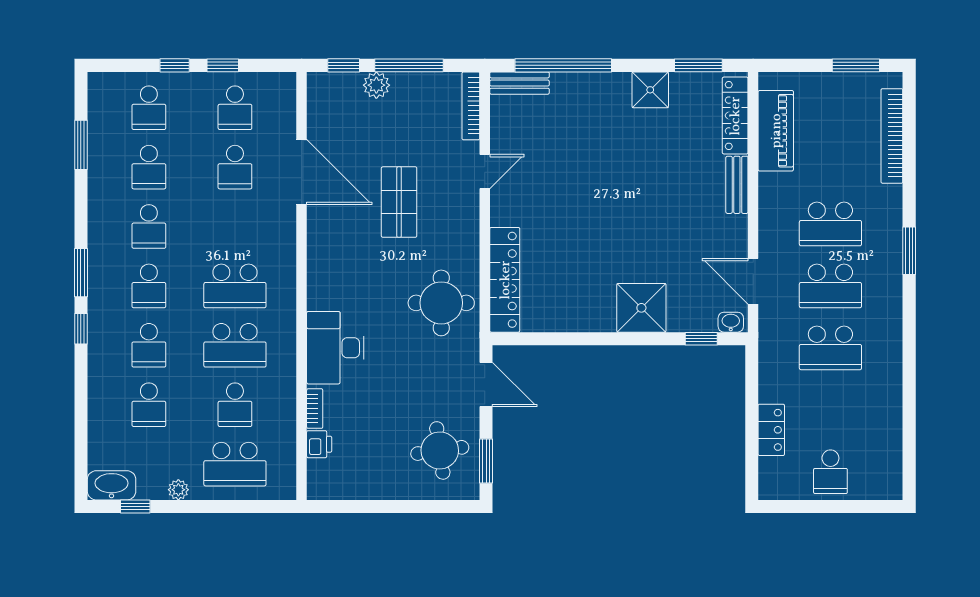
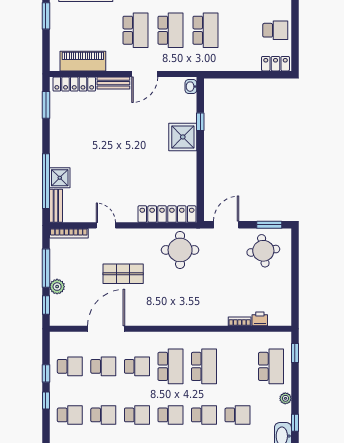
shower: (650, 90) -> (60, 178), moved
door: (753, 281) -> (145, 74), moved
window: (701, 339) -> (200, 122), moved
desk: (335, 348) -> (205, 310), removed
school desk: (235, 405) -> (137, 366), moved
locker: (771, 430) -> (275, 64), moved
window: (259, 506) -> (295, 353), added

